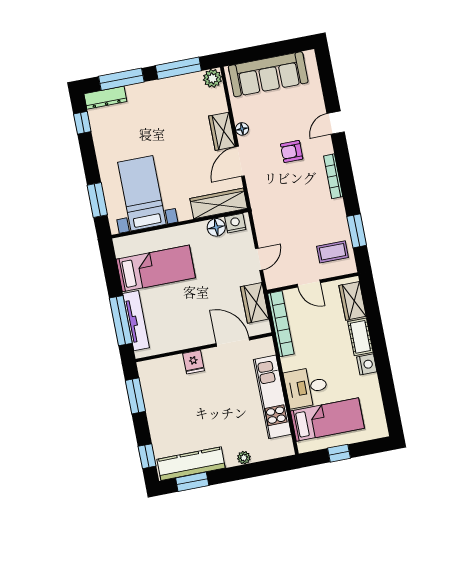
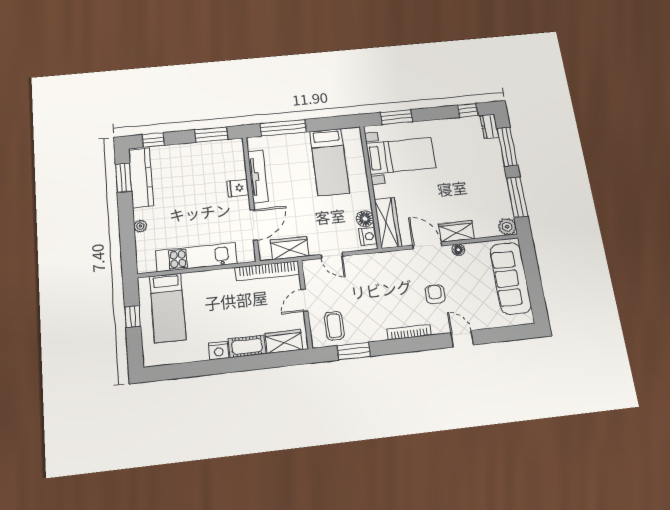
dresser: (105, 98) -> (489, 127), width x0.70
tv unit: (136, 321) -> (258, 176), moved, turned -90
desk: (306, 387) -> (202, 290), removed

